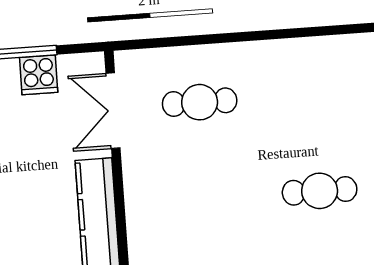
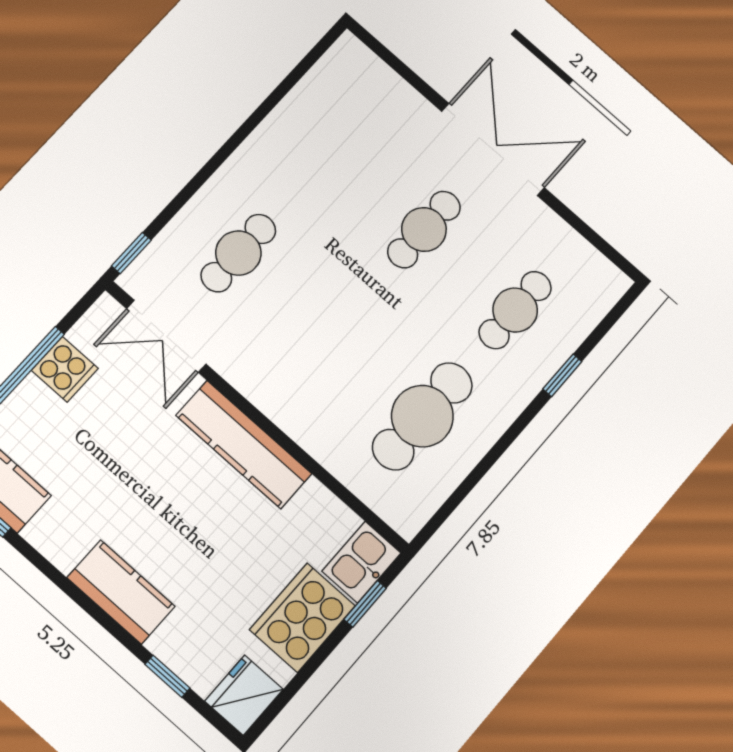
window: (139, 44) -> (131, 253), added

